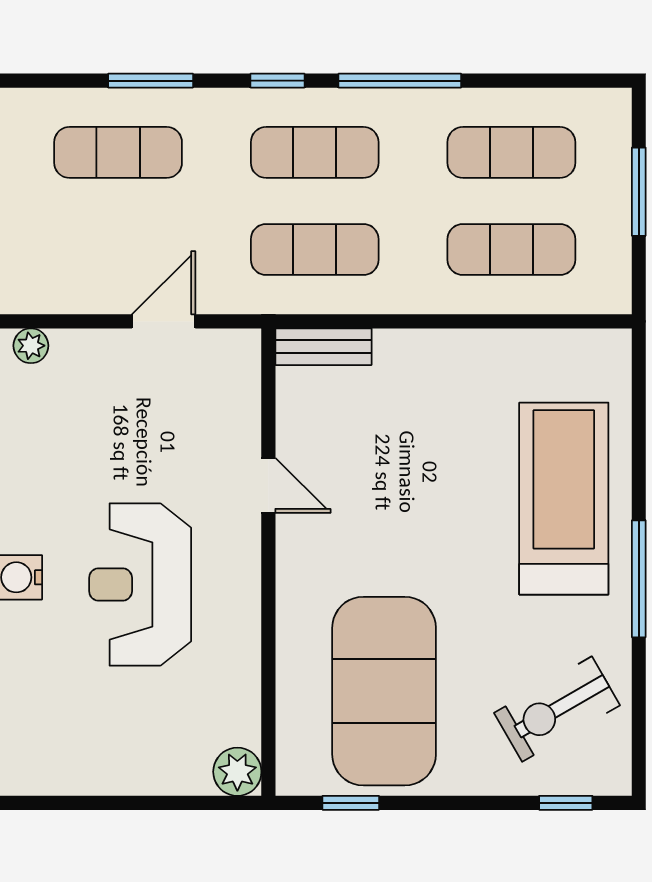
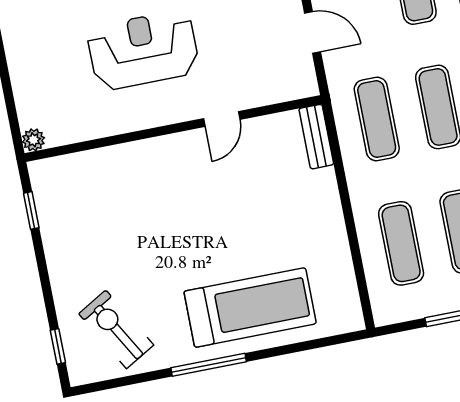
exercise mat: (384, 691) -> (106, 218), removed
plant: (237, 772) -> (33, 140), width x0.73, depth x0.73

